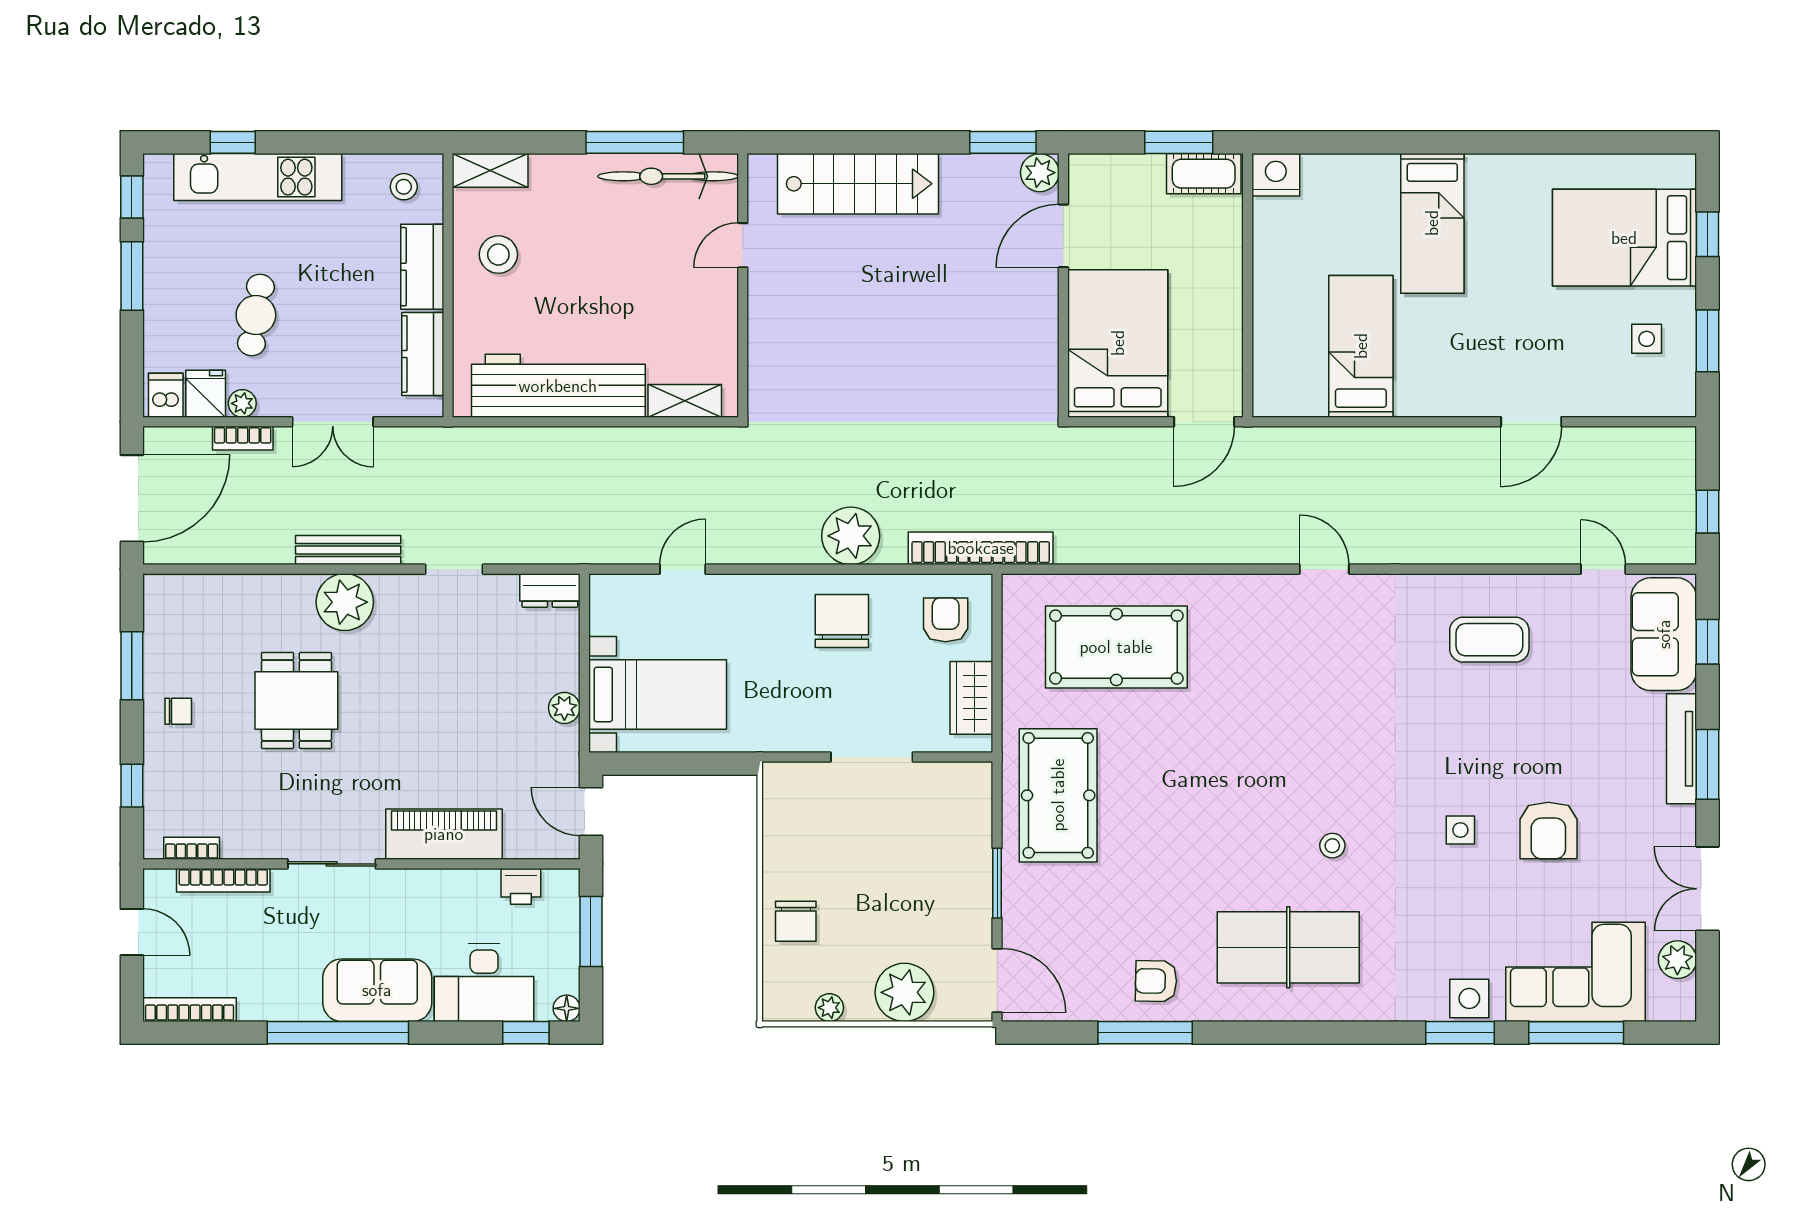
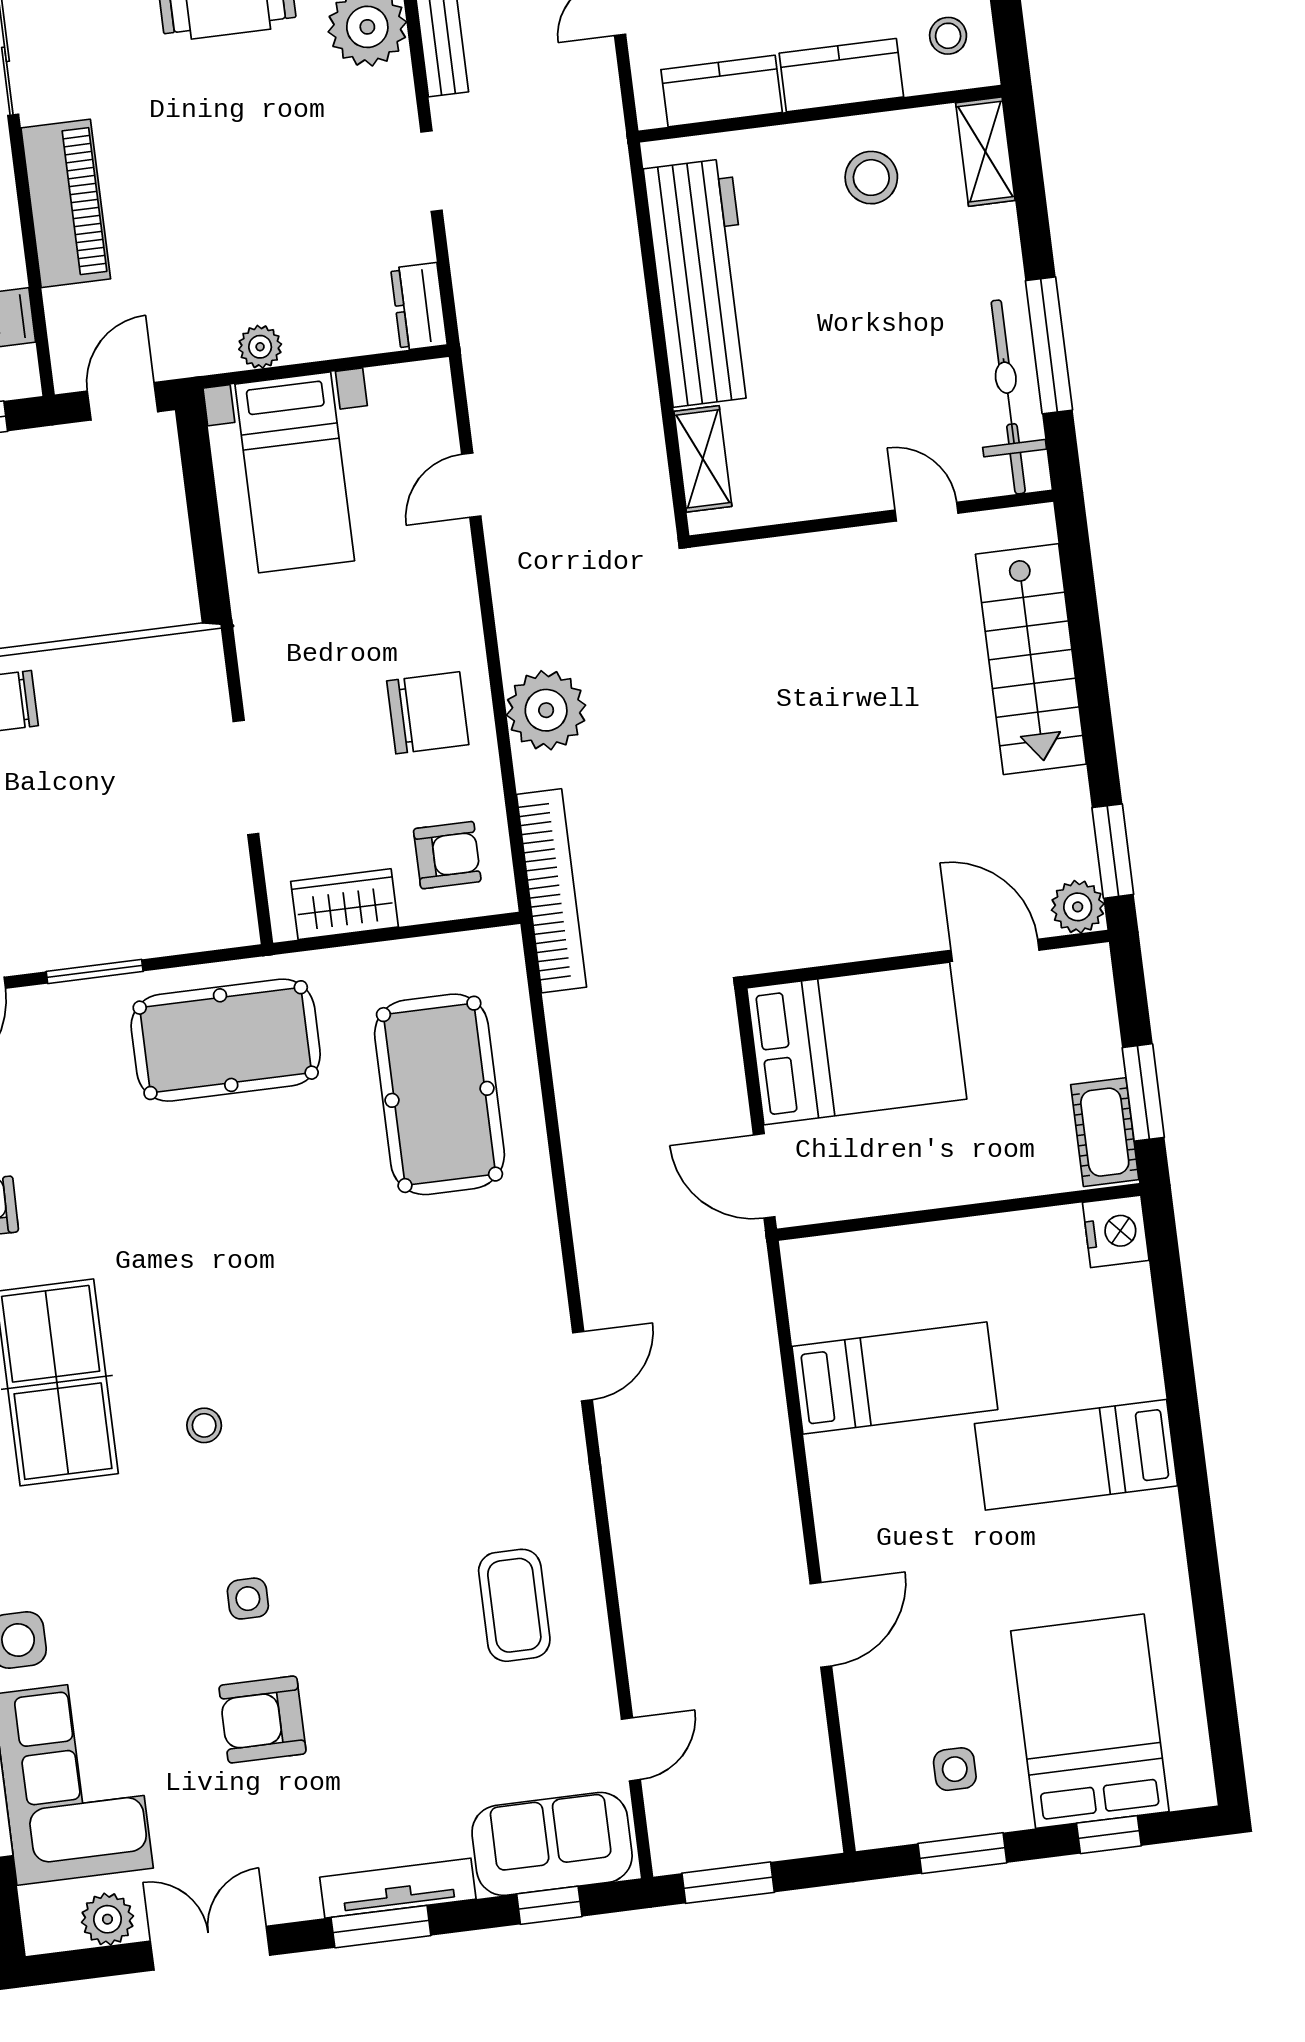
door: (1531, 422) -> (821, 1625), swing flipped
window: (1707, 512) -> (728, 1883), width x1.50
door: (683, 569) -> (471, 485), swing flipped

